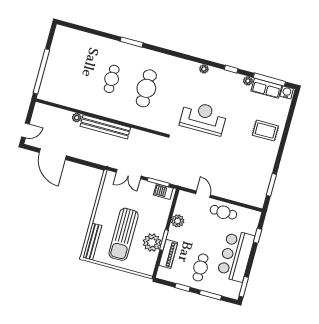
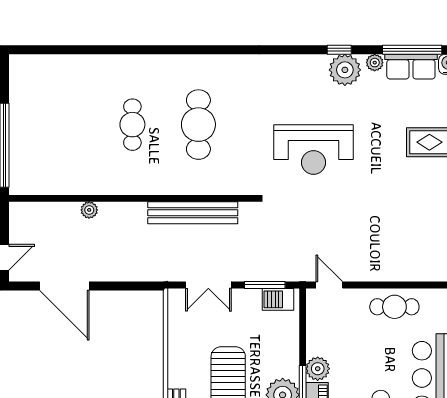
window: (132, 42) -> (150, 50), removed
plant: (204, 69) -> (345, 70), moved, width x1.88, depth x1.88
reception desk: (203, 118) -> (314, 150), turned 180
bench: (105, 127) -> (193, 213), moved
door: (203, 194) -> (329, 285), moved
plant: (178, 221) -> (318, 369), moved

